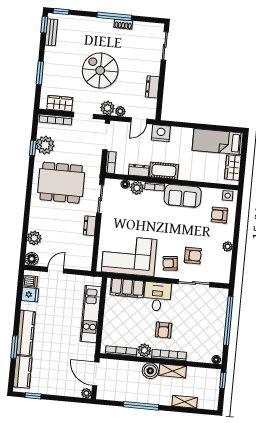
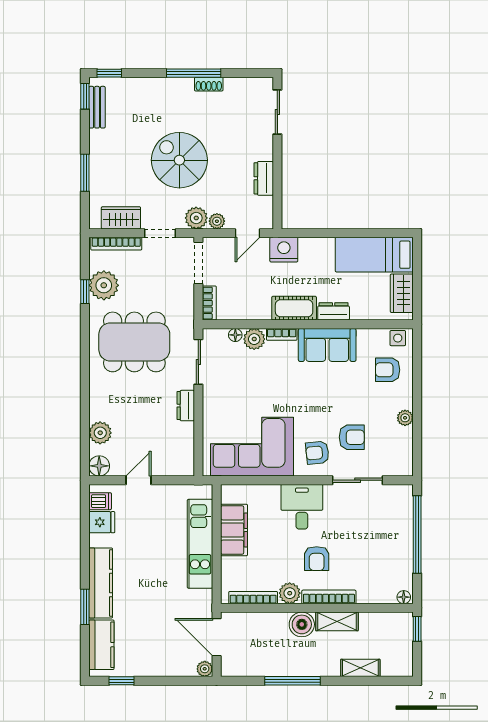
dresser: (139, 170) -> (334, 311), moved
filing cabinet: (127, 288) -> (234, 530), moved, turned -90

